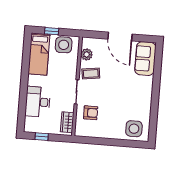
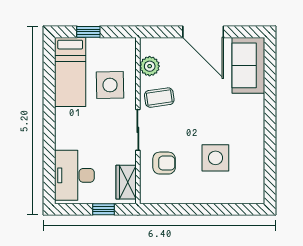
side table: (64, 45) -> (110, 85), moved
desk: (38, 102) -> (74, 175), moved
side table: (134, 129) -> (215, 158), moved
window: (42, 137) -> (103, 209), moved

